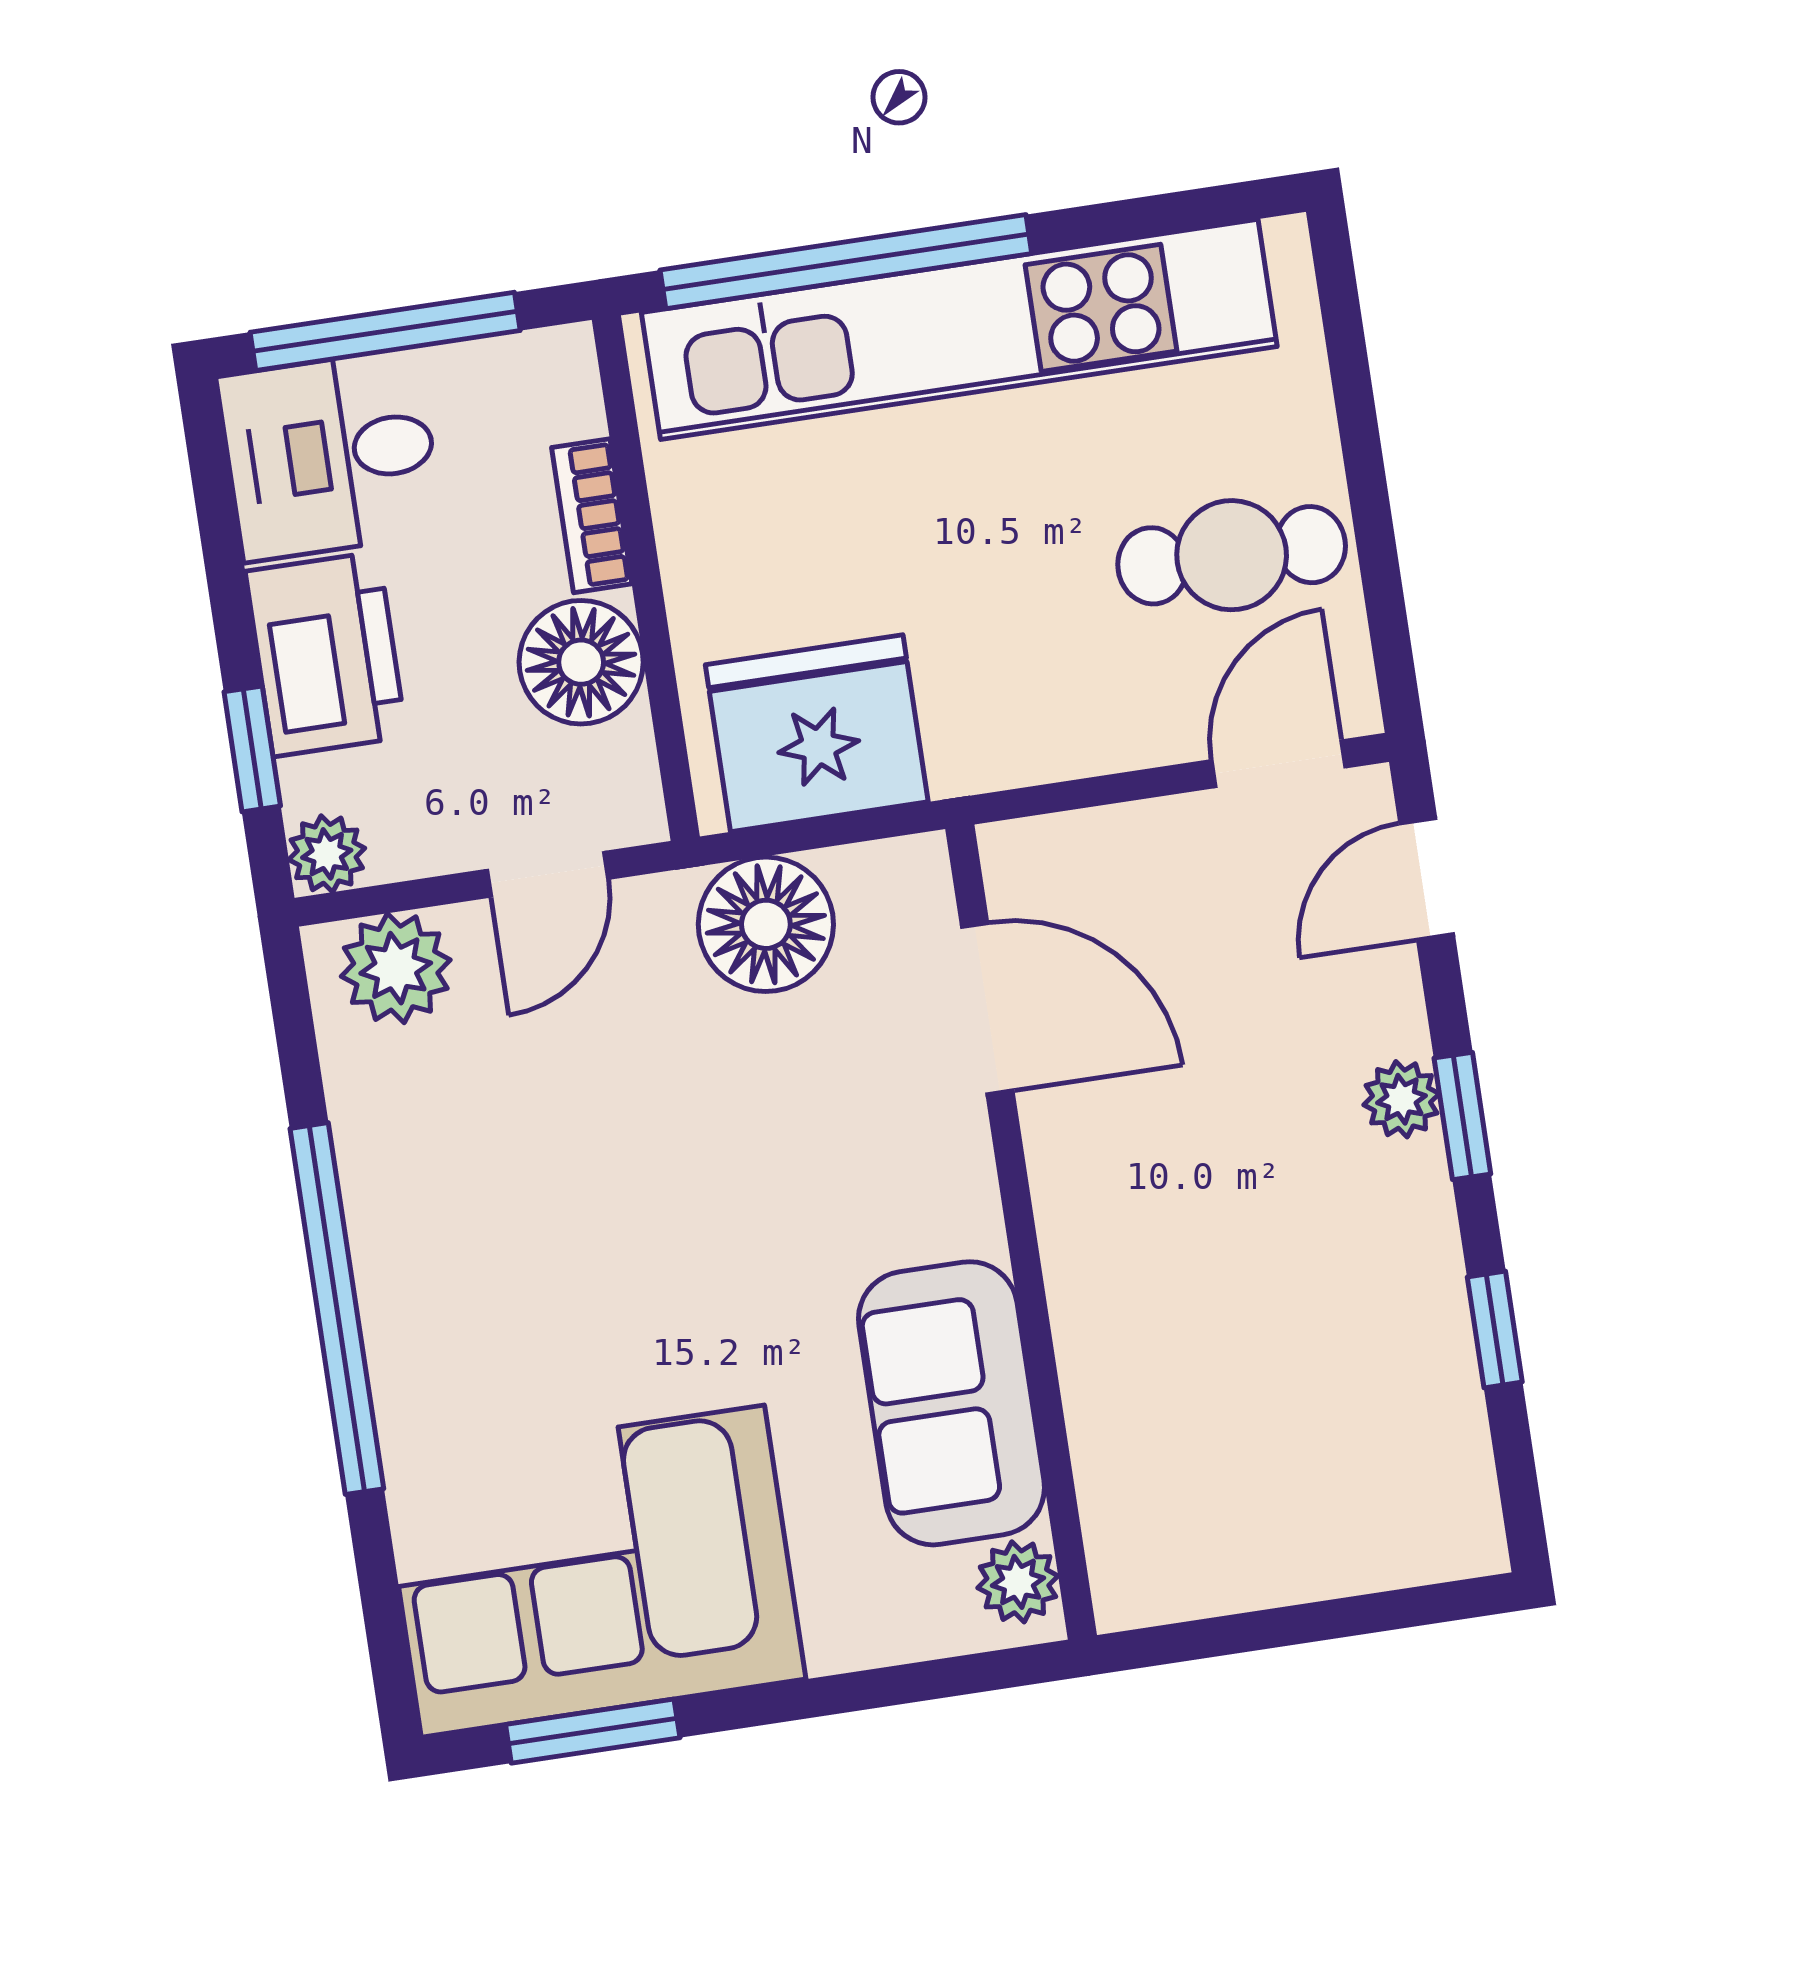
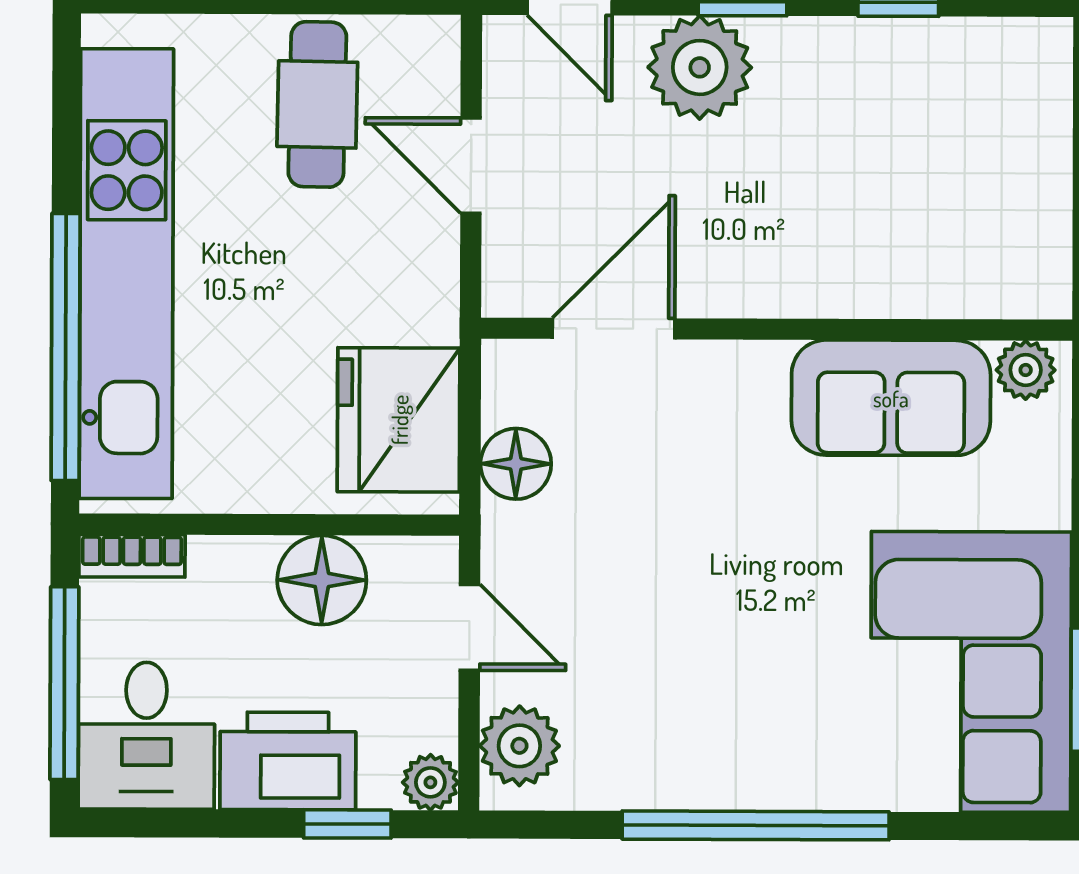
bookcase: (592, 516) -> (132, 556), moved
door: (1279, 764) -> (471, 166), moved
floor lamp: (766, 924) -> (516, 464), width x0.73, depth x0.73
plant: (1401, 1099) -> (700, 67), width x1.88, depth x1.88

